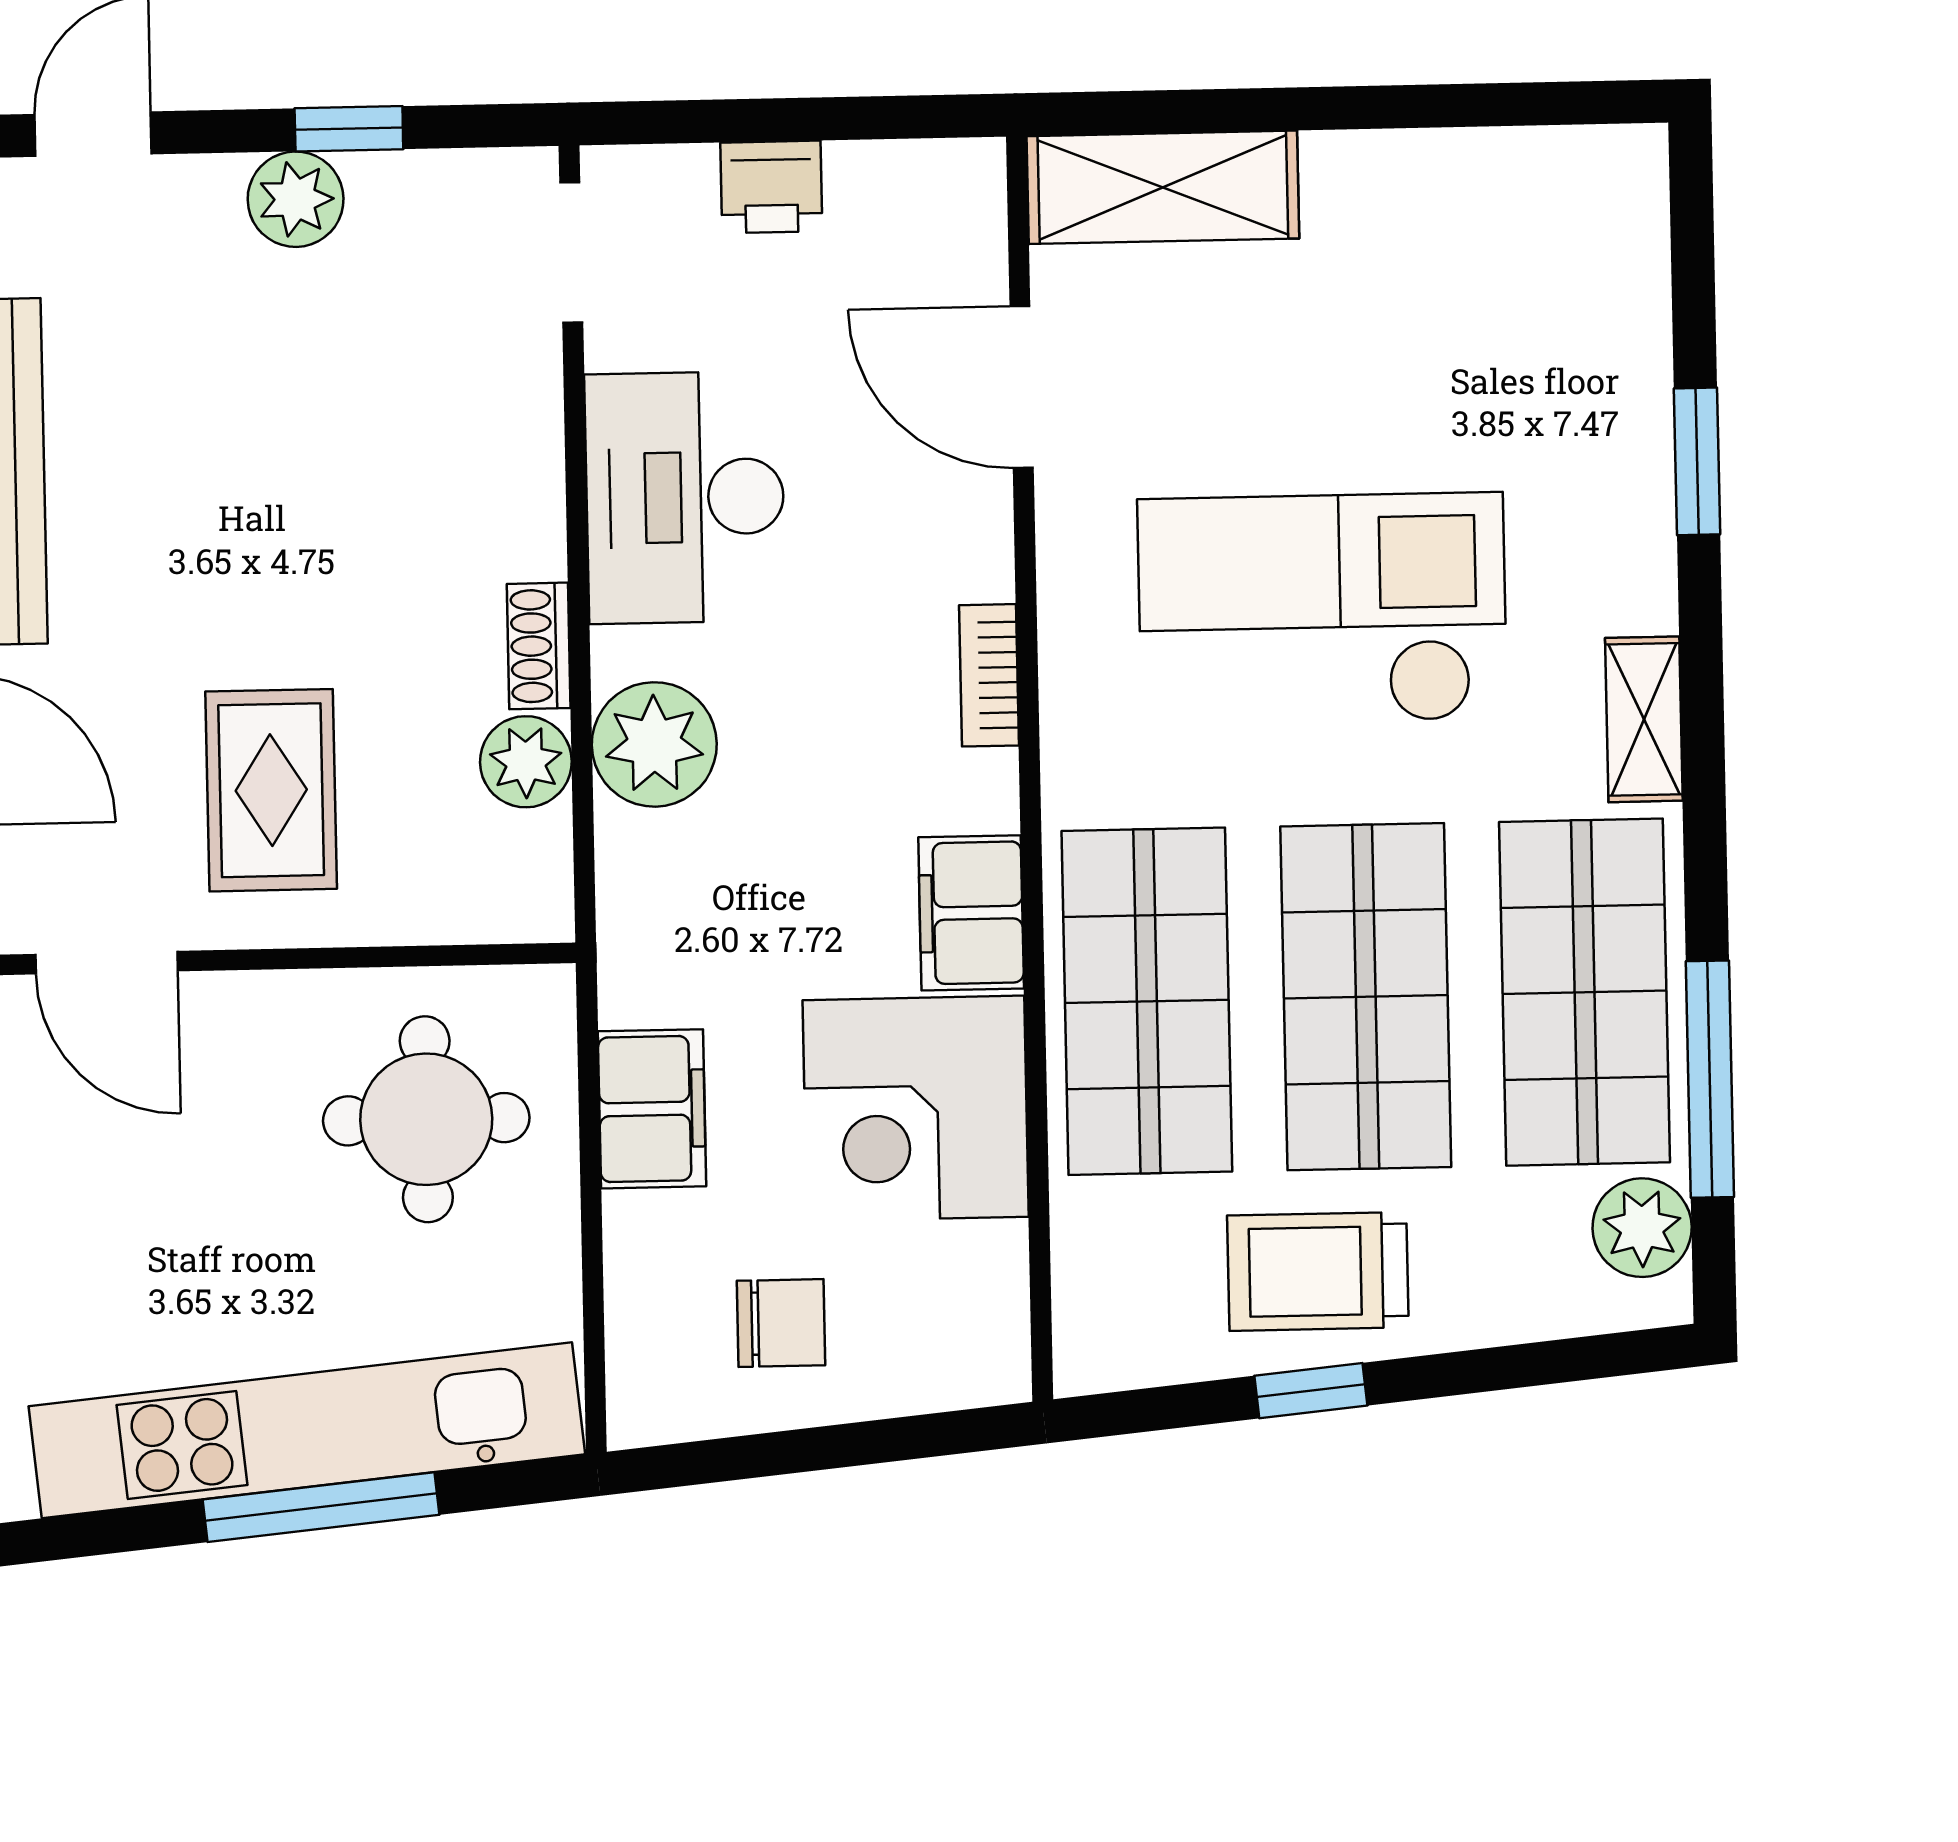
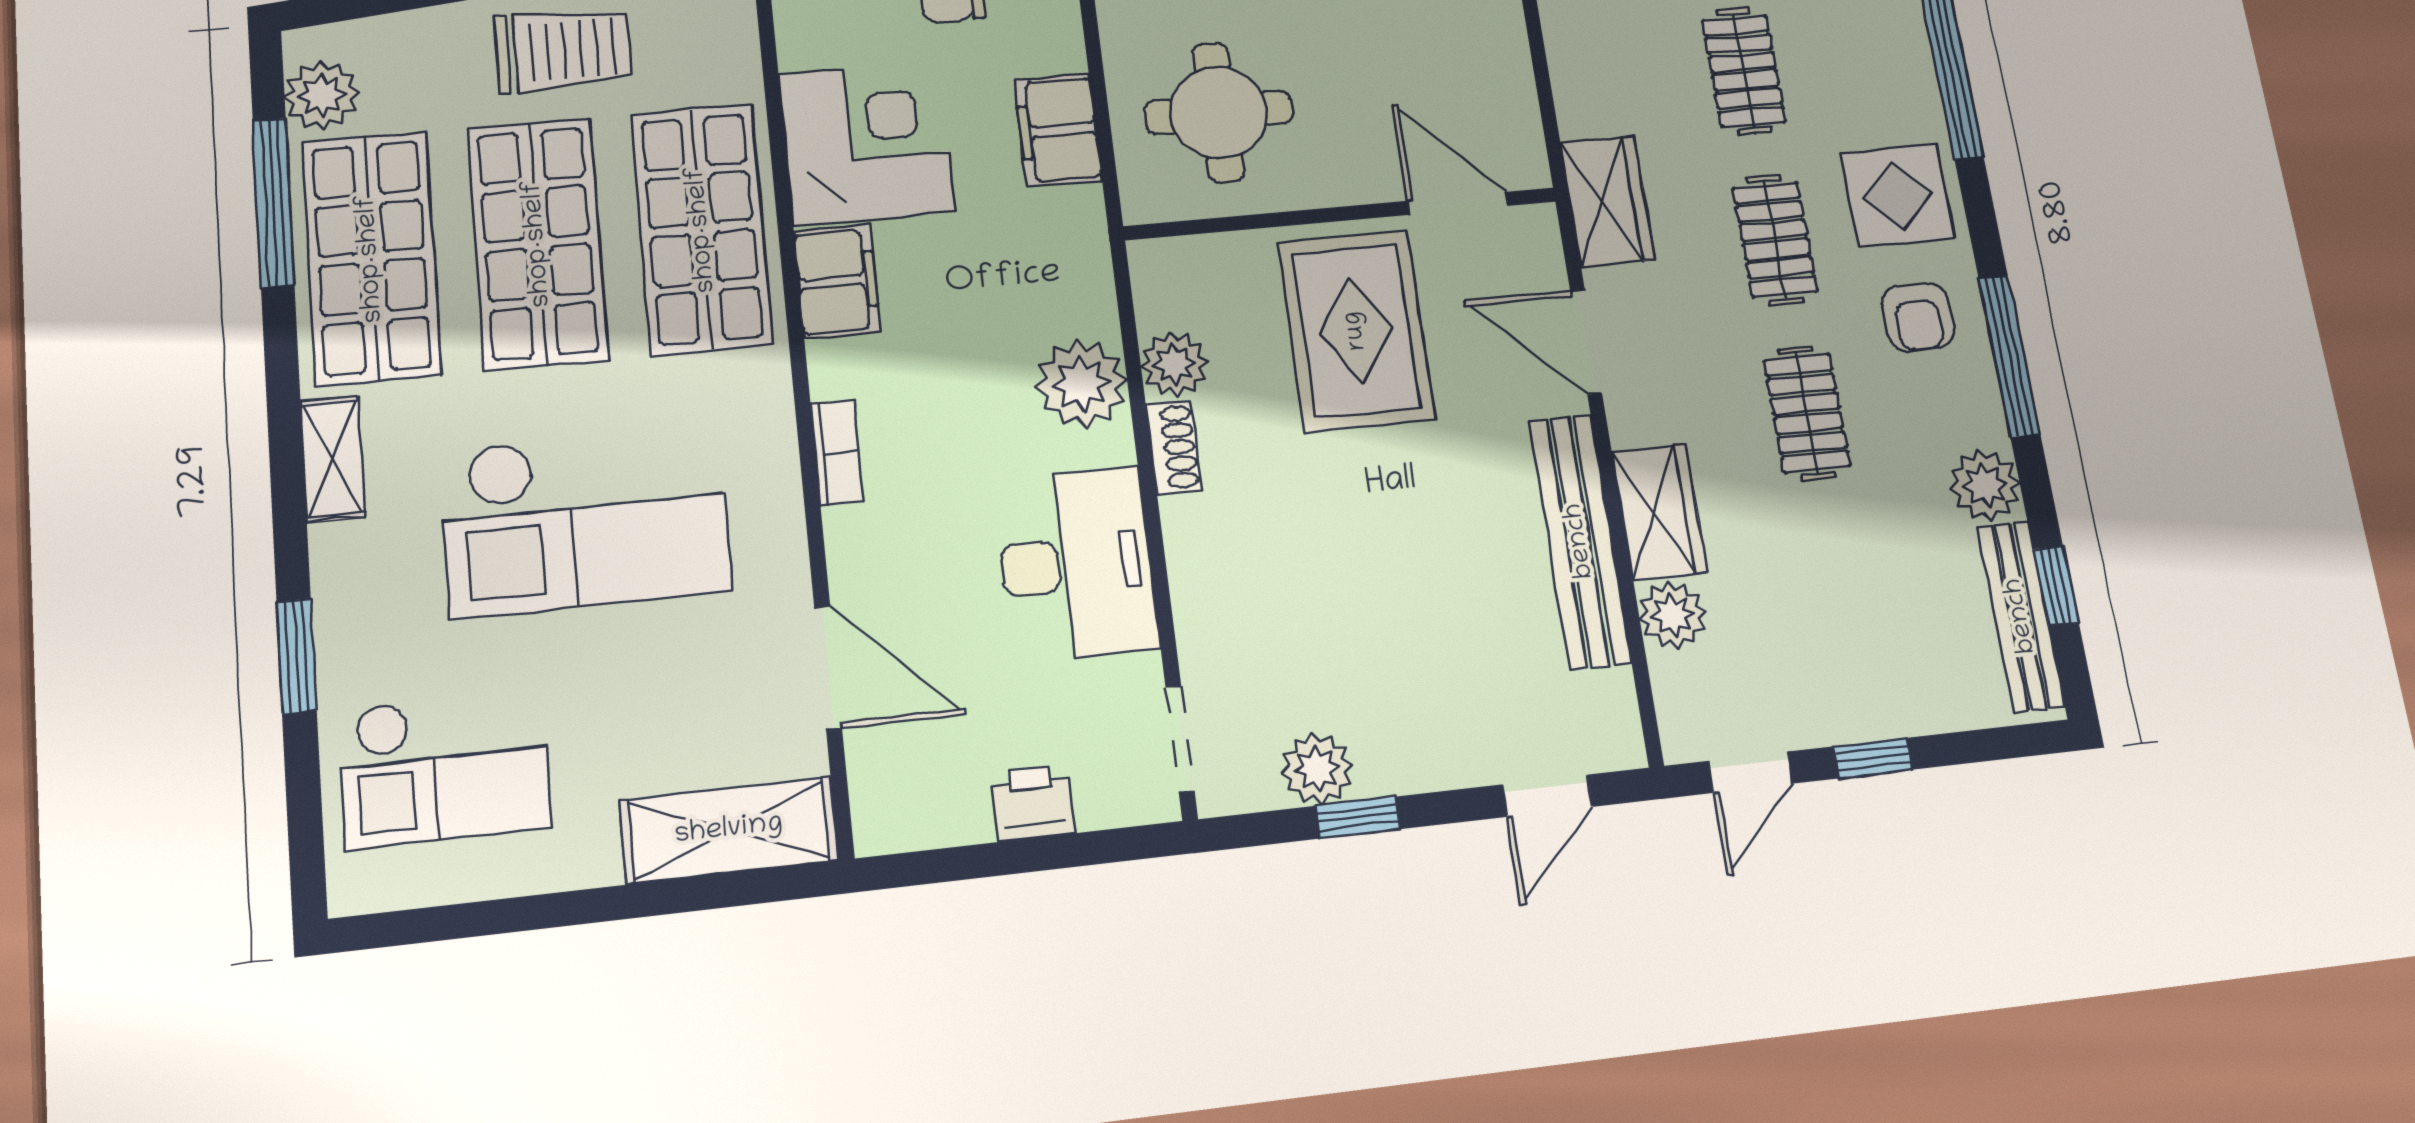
plant: (296, 199) -> (1317, 769), moved
checkout: (1517, 300) -> (445, 768), added
rug: (271, 790) -> (1356, 331), width x1.36, depth x1.43

